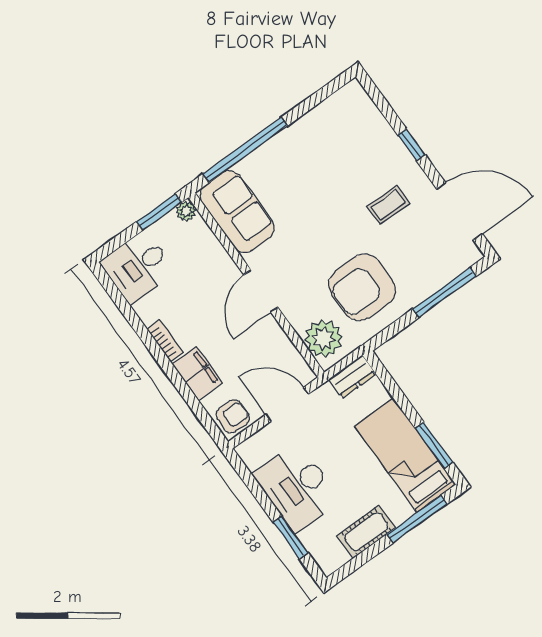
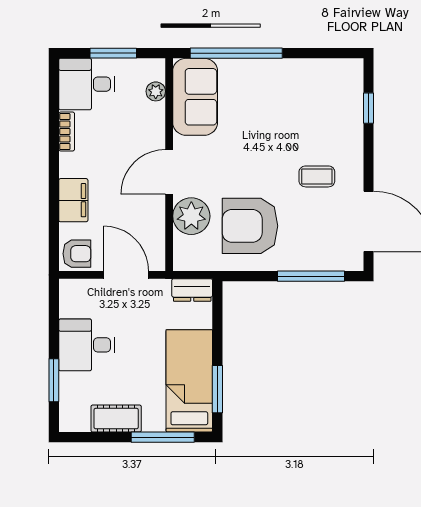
window: (411, 145) -> (368, 108), moved
plant: (186, 211) -> (156, 91), moved
window: (159, 212) -> (113, 53), moved
plant: (324, 339) -> (191, 216), moved
bookcase: (165, 341) -> (67, 132), moved
desk: (297, 487) -> (87, 345), width x0.73

